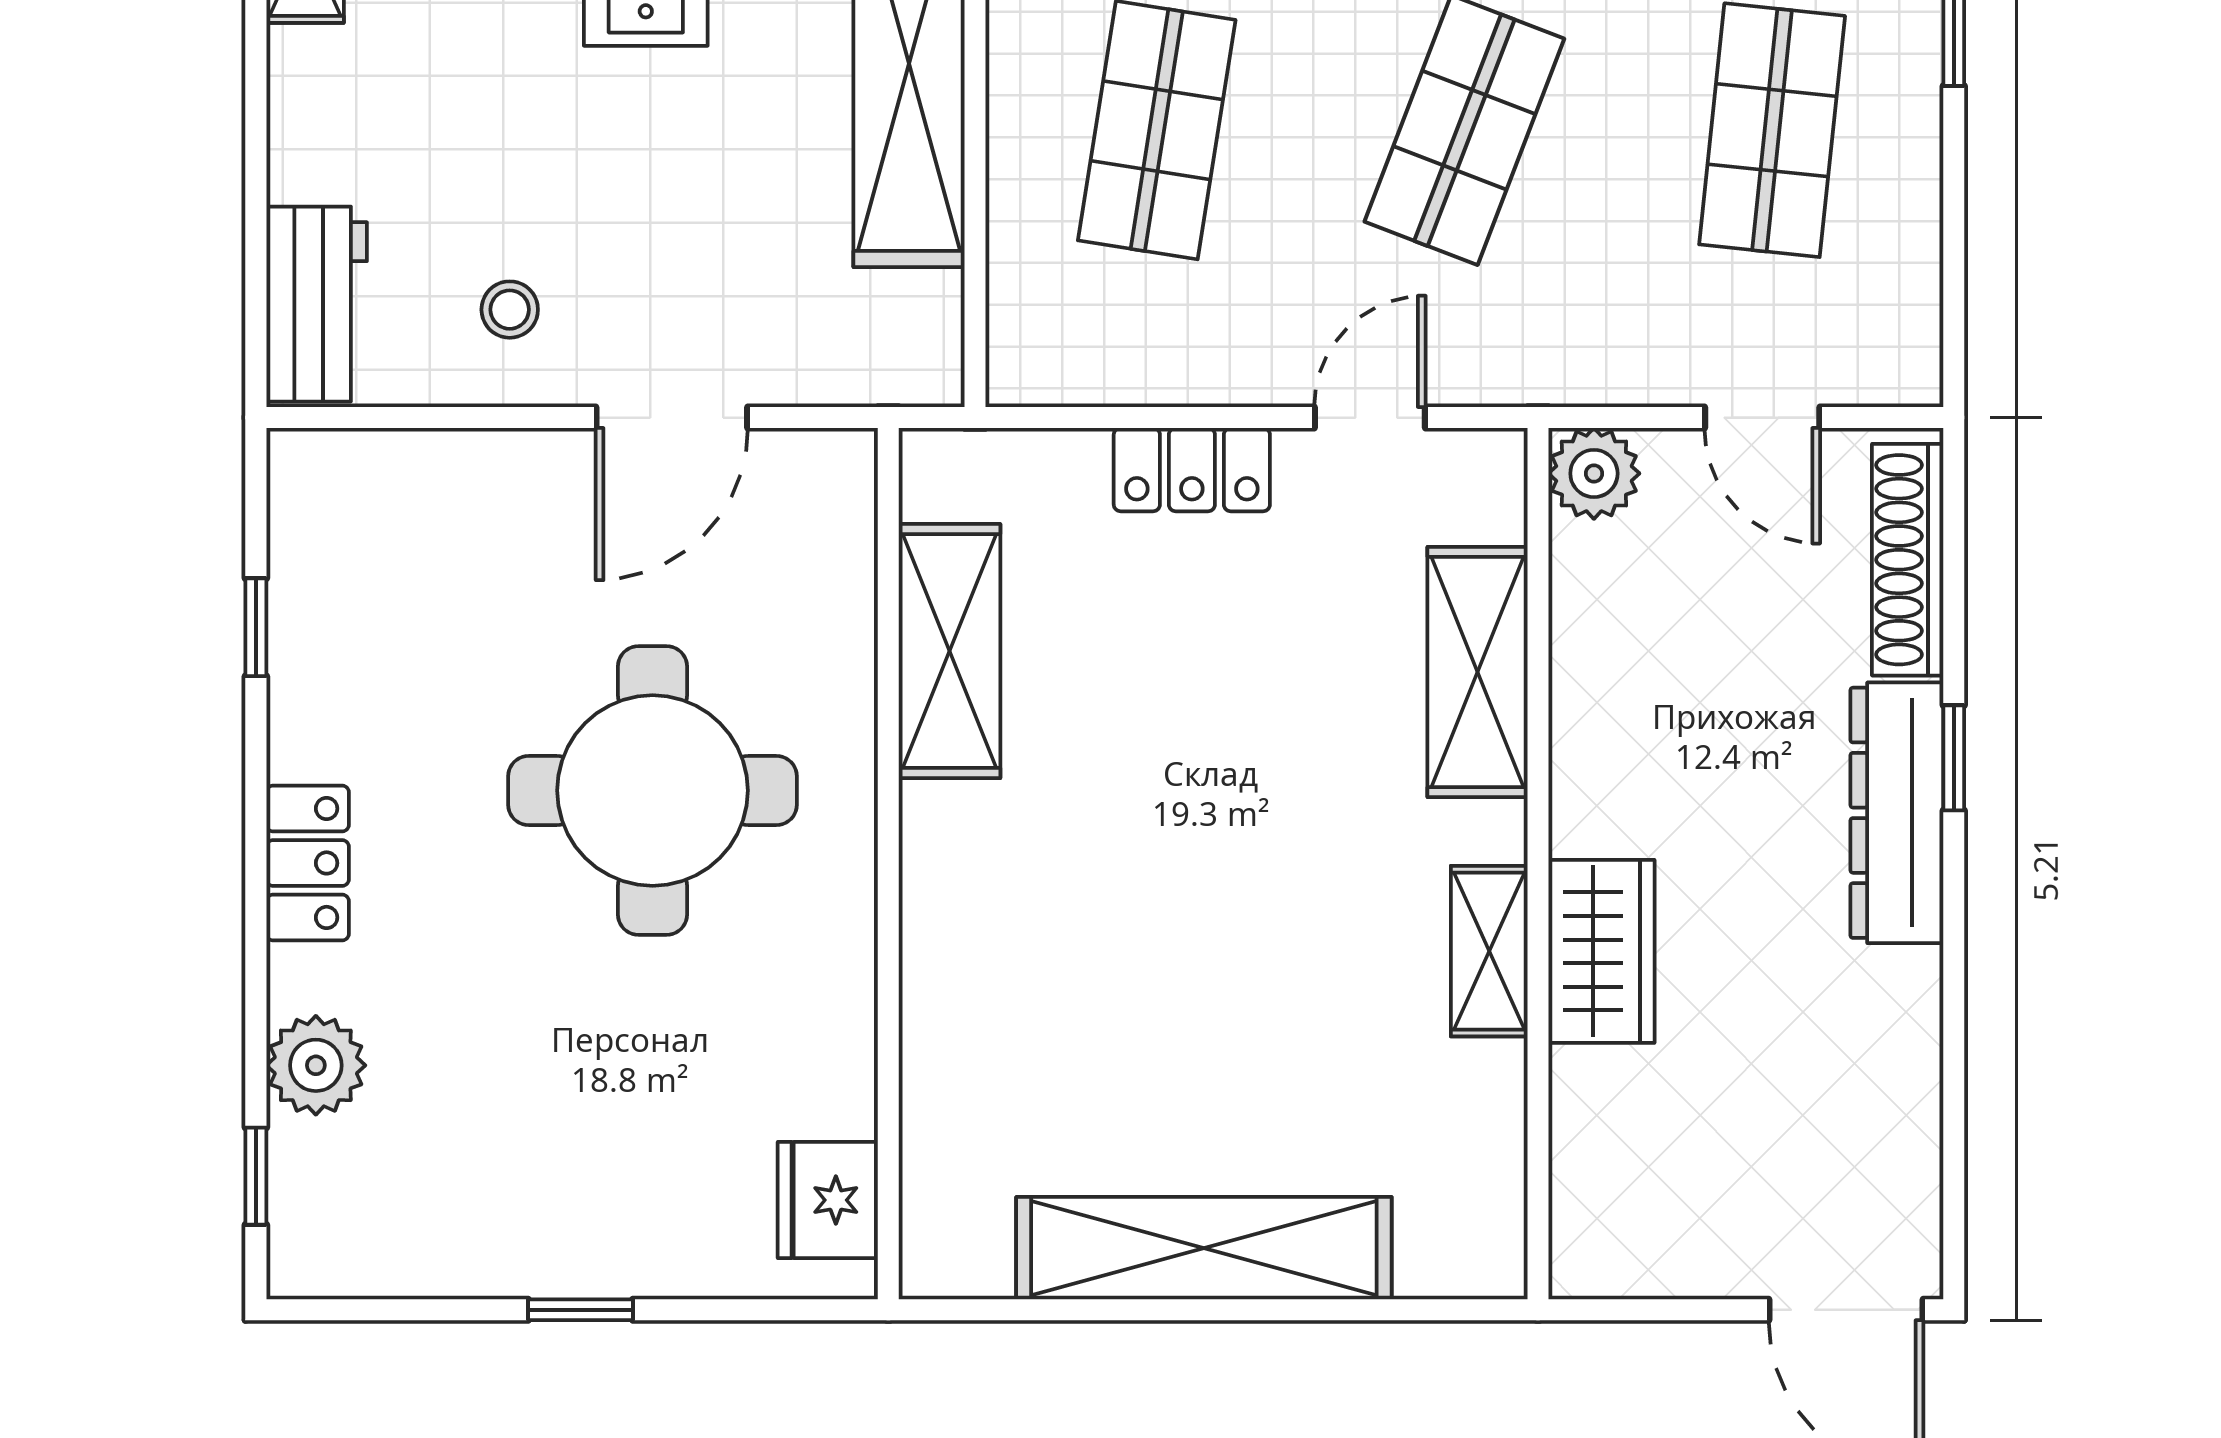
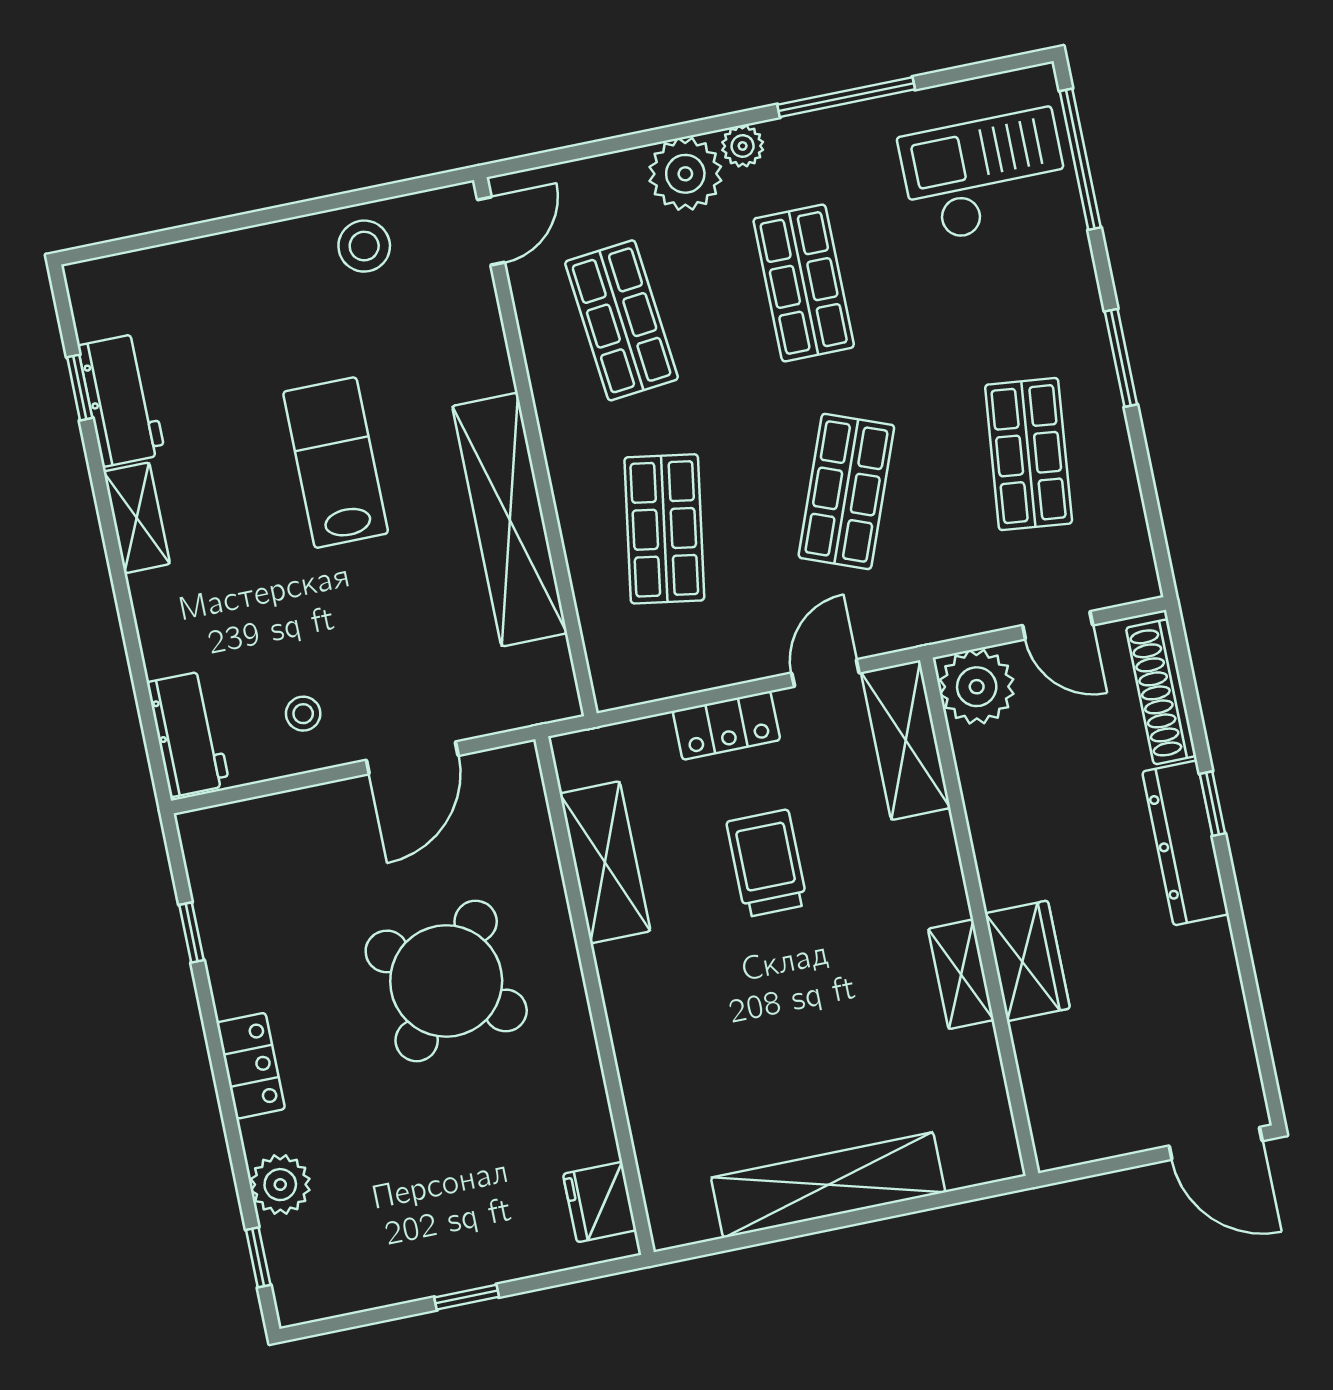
plant: (1594, 473) -> (977, 687), width x1.36, depth x1.36
shelving: (1478, 672) -> (906, 740), moved
trolley: (1212, 706) -> (767, 863), added
round table: (653, 790) -> (446, 981), turned 38

